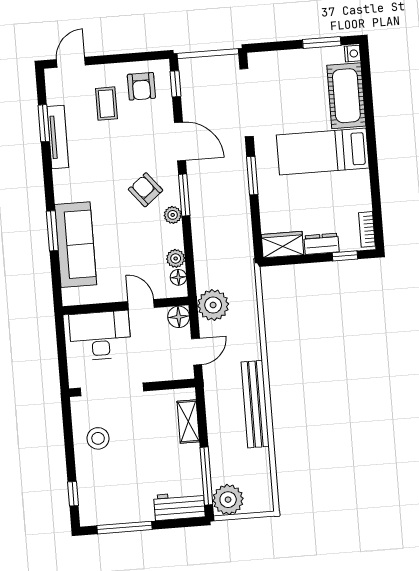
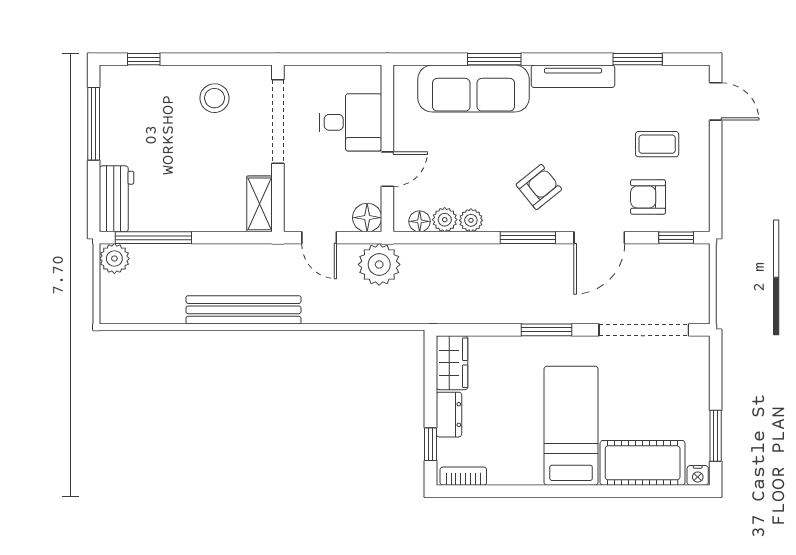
armchair: (141, 86) -> (648, 197), moved
tv unit: (58, 137) -> (573, 76), moved
plant: (173, 215) -> (471, 220), moved
desk: (100, 336) -> (350, 122), width x0.73
shelving: (188, 422) -> (260, 204), moved, turned 90
plant: (228, 500) -> (114, 259), width x0.73, depth x0.73

